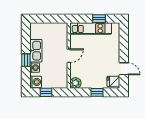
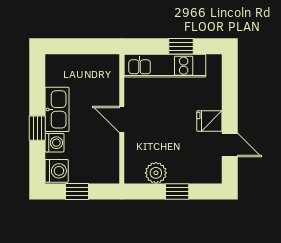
door: (69, 56) -> (122, 119), swing flipped
fridge: (113, 81) -> (209, 121), moved
plant: (75, 83) -> (156, 173), moved

